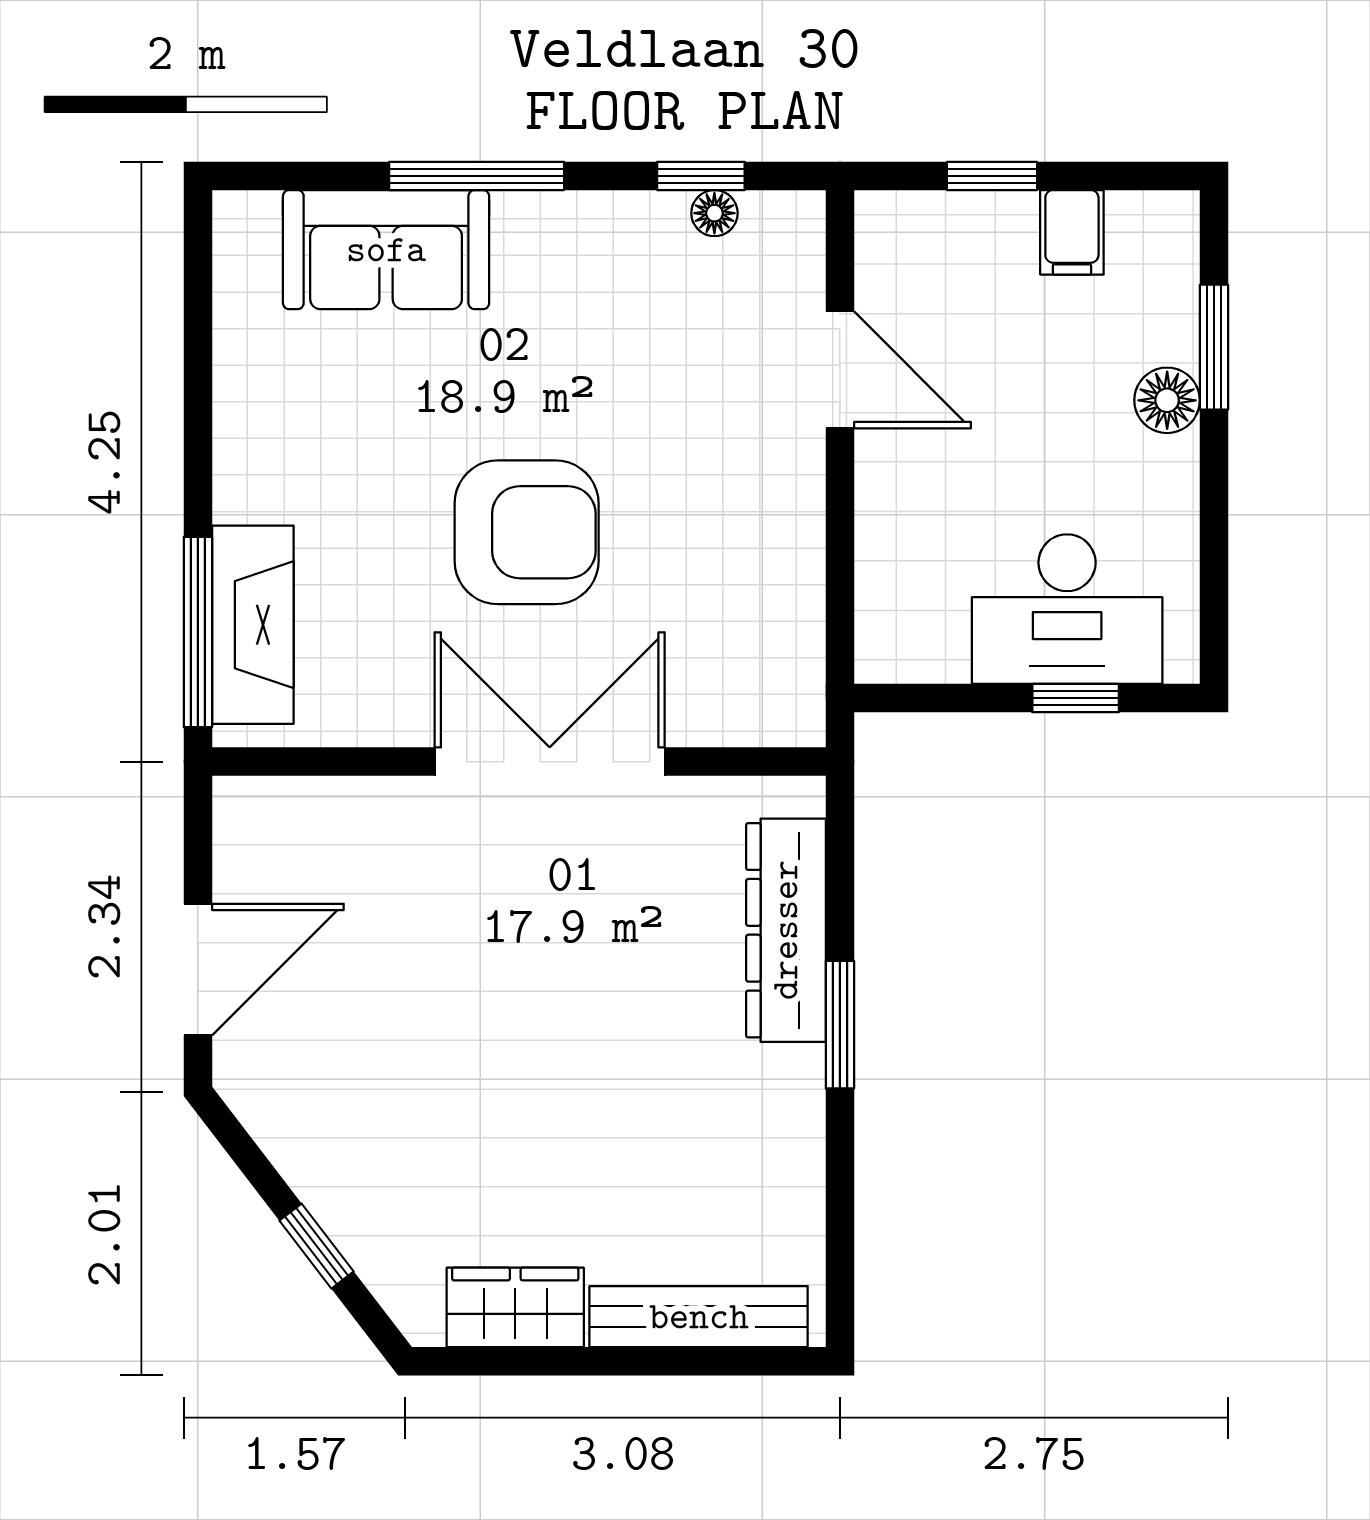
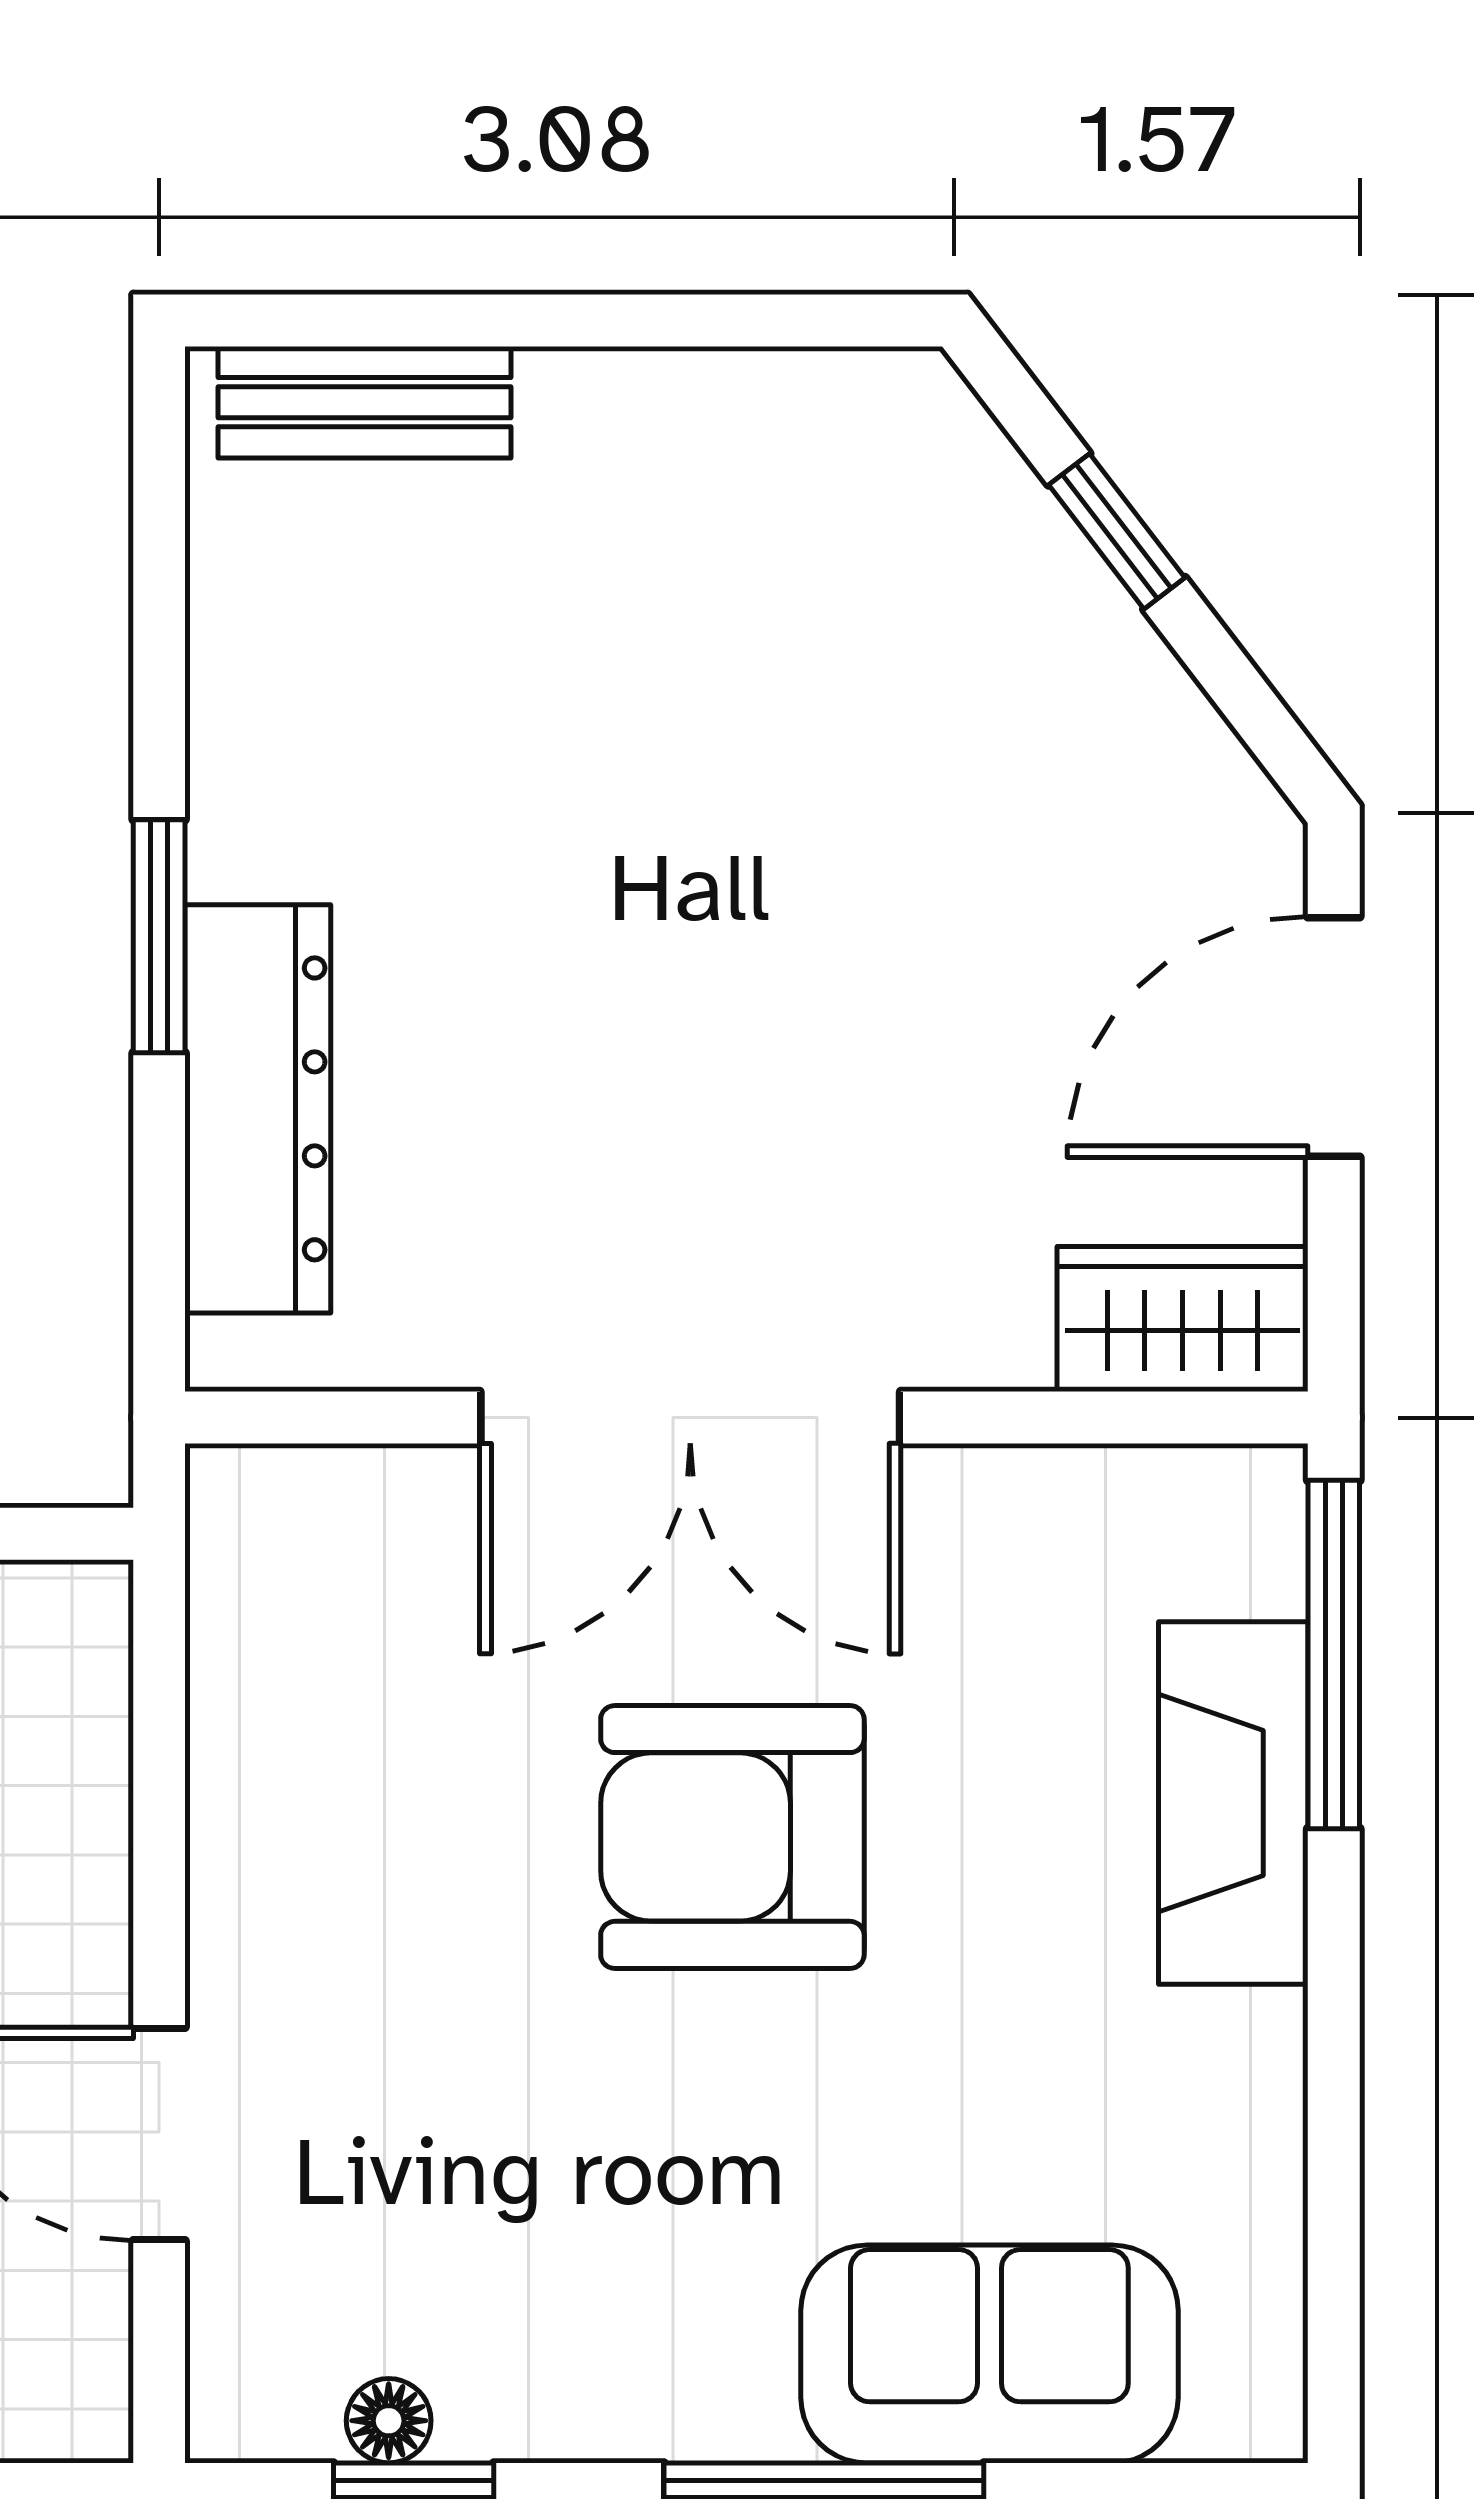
fireplace: (253, 625) -> (1233, 1803), moved
wardrobe: (515, 1307) -> (1182, 1319), moved, turned 180
bench: (699, 1317) -> (365, 402), width x0.73

